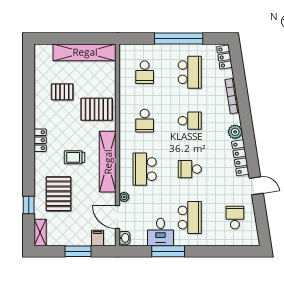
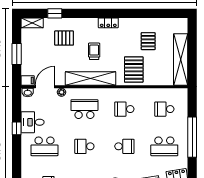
school desk: (190, 121) -> (124, 146), turned -90
school desk: (190, 169) -> (84, 146), turned -90
pallet: (58, 194) -> (64, 38), width x0.67, depth x0.71
filing cabinet: (98, 238) -> (28, 80), moved
window: (168, 251) -> (17, 128), width x0.46

